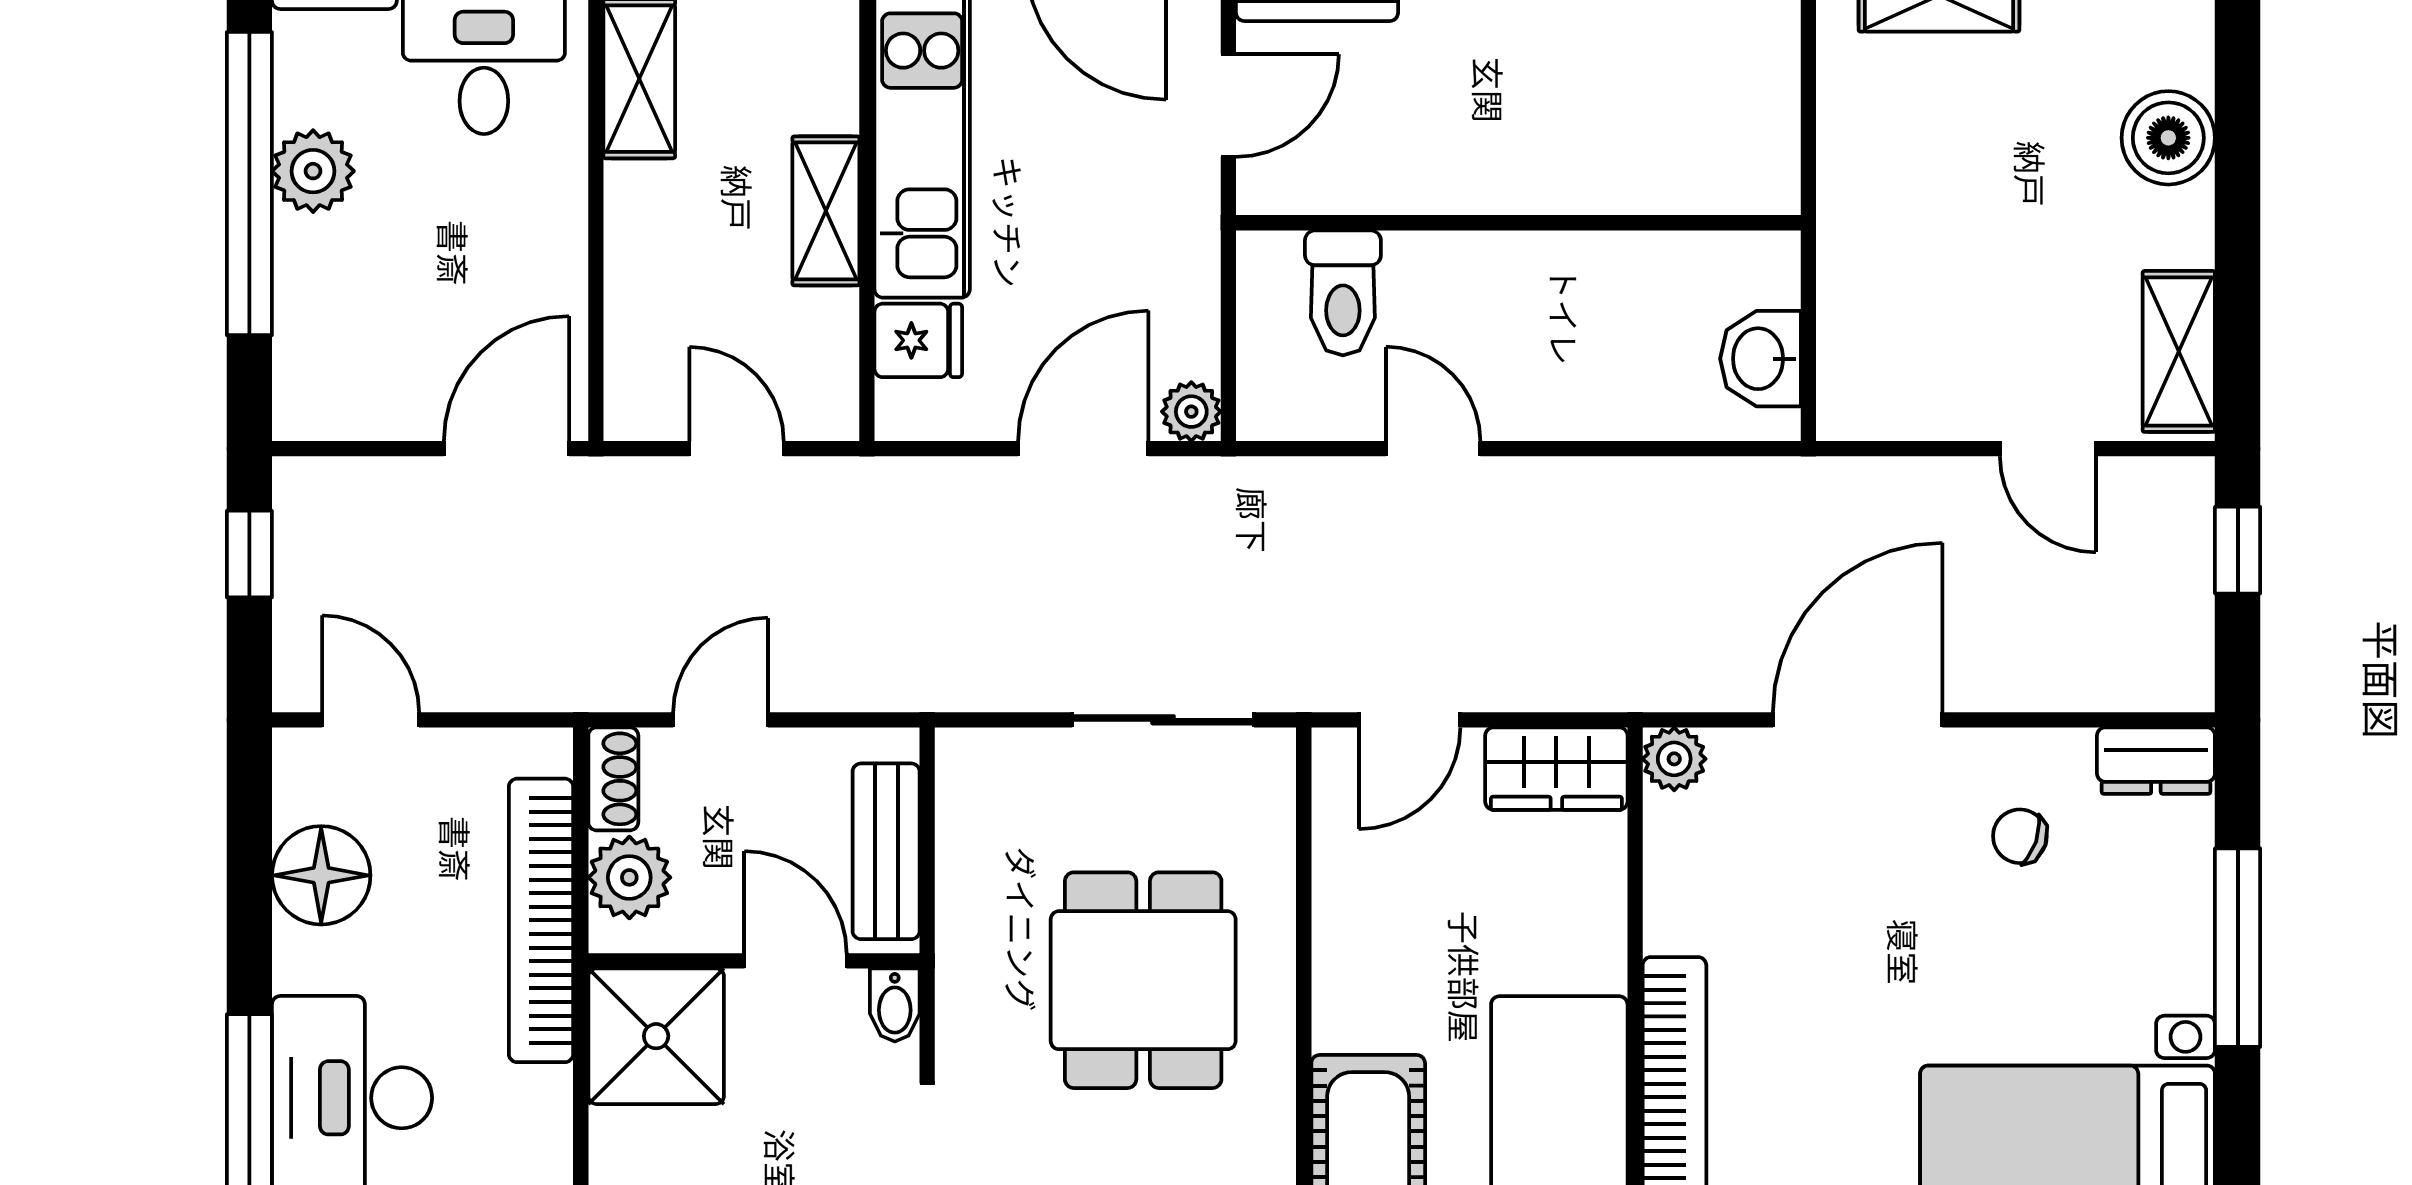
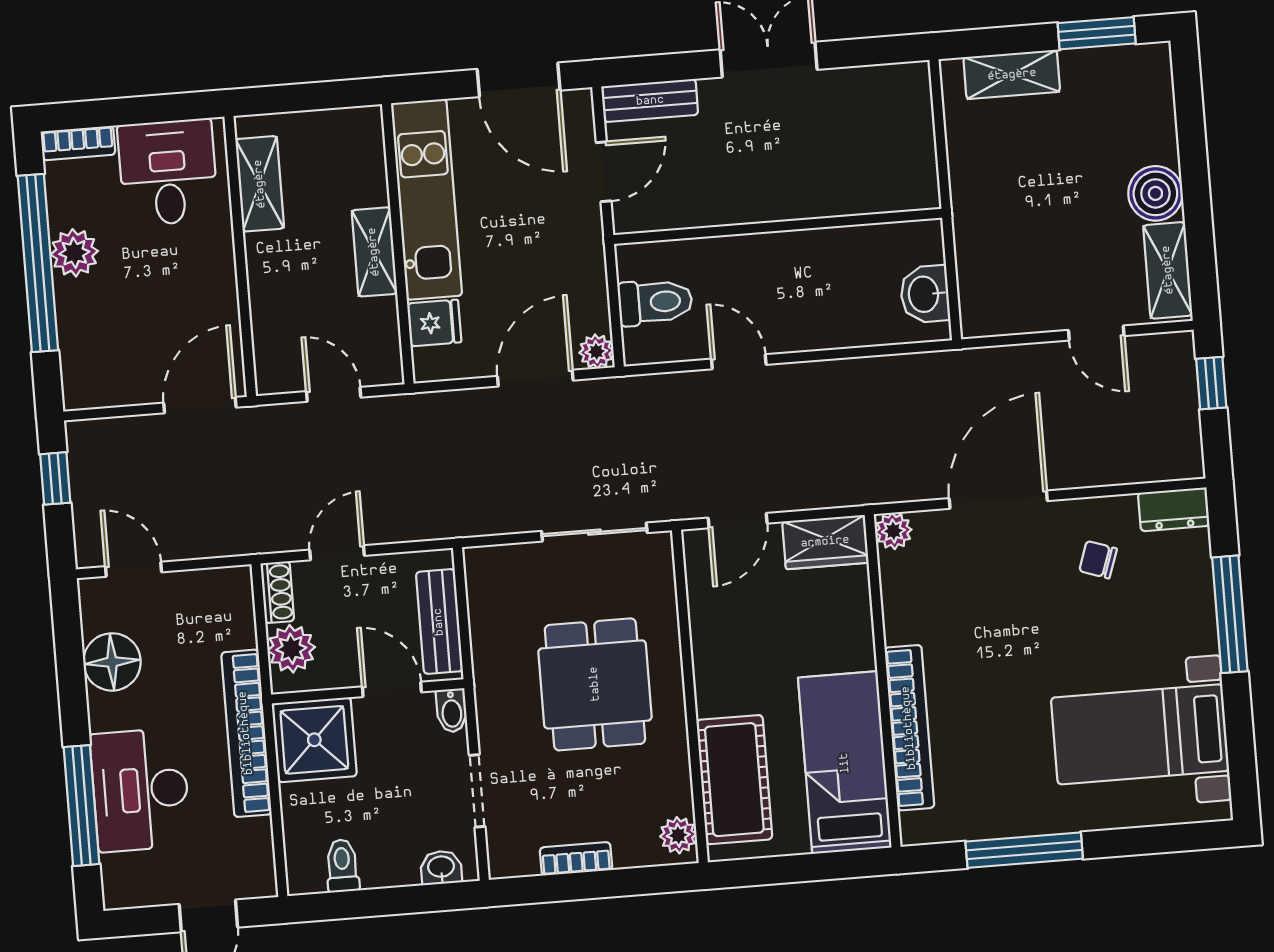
boiler: (2168, 138) -> (1155, 193), moved
toilet: (1343, 293) -> (655, 302), moved, turned -90
bookcase: (541, 920) -> (246, 733), moved

